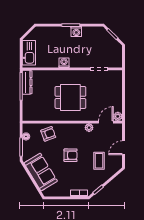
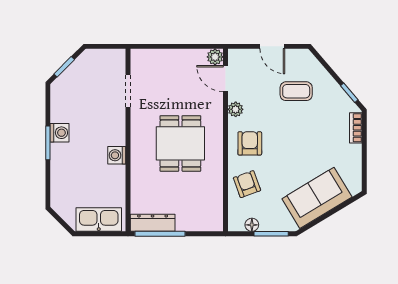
armchair: (71, 155) -> (250, 143), moved

